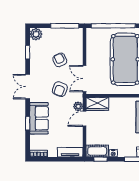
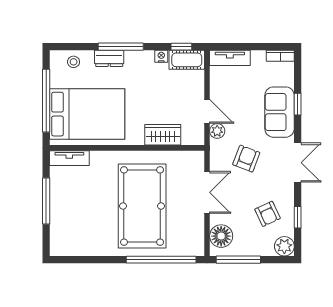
floor lamp: (76, 41) -> (221, 236), added
armchair: (60, 60) -> (268, 214), moved
double door: (84, 79) -> (207, 192), moved
wardrobe: (97, 104) -> (163, 135), moved
door: (84, 119) -> (207, 111), hinge flipped

